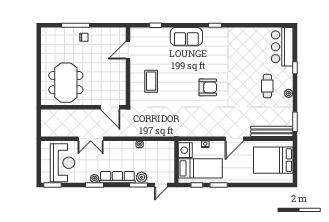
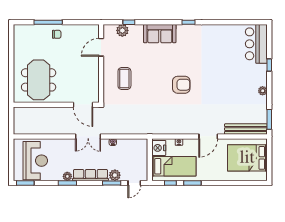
plant: (149, 33) -> (122, 30), added
cafe table: (267, 86) -> (241, 83), removed
double door: (91, 139) -> (88, 136), moved

